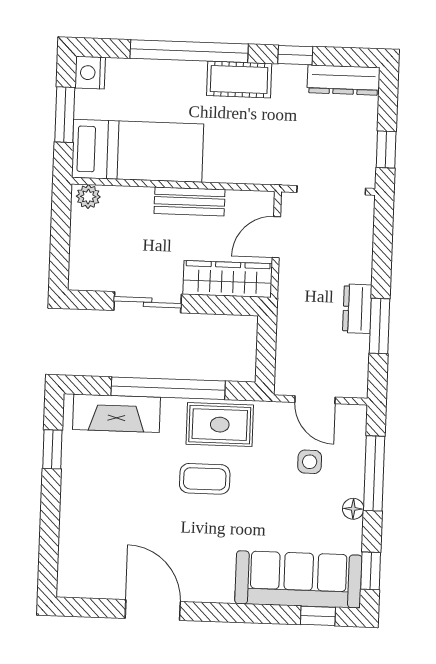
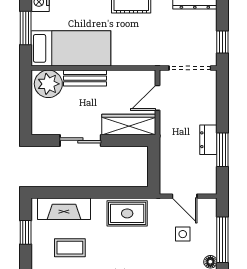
plant: (88, 197) -> (48, 84), width x1.87, depth x1.87
bench: (190, 201) -> (85, 78), moved
window: (168, 388) -> (95, 192), removed
coffee table: (205, 479) -> (70, 248), moved

